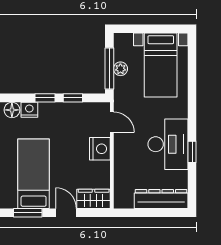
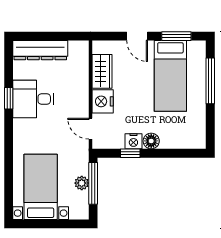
window: (45, 98) -> (159, 153), removed
floor lamp: (12, 110) -> (151, 141), moved
nightstand: (29, 110) -> (133, 141), moved
desk: (168, 144) -> (33, 99), width x0.73
wardrobe: (94, 199) -> (102, 71), moved, turned -90

